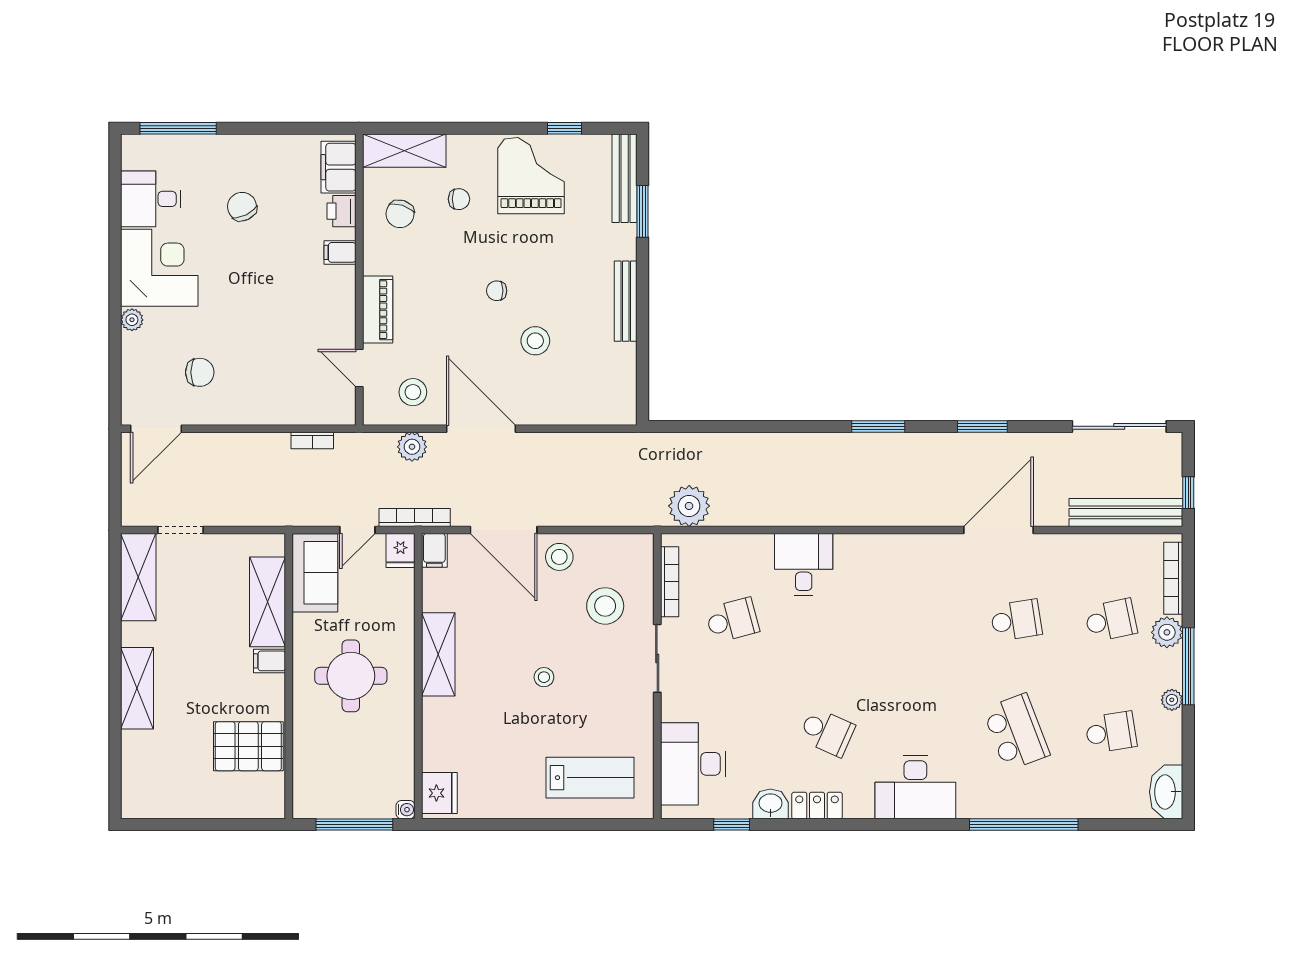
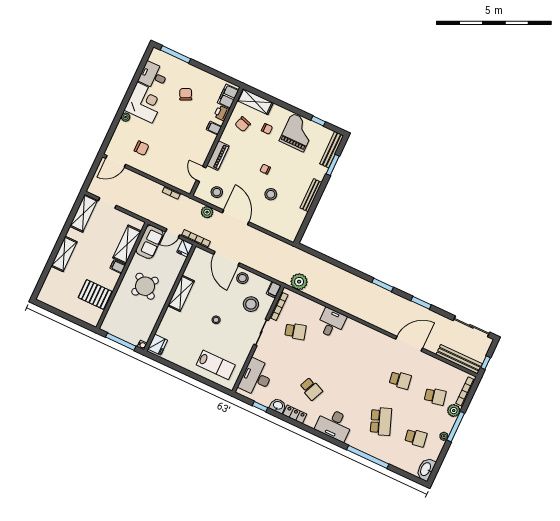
filing cabinet: (434, 550) -> (274, 290), moved
round table: (351, 676) -> (145, 286), turned 35

